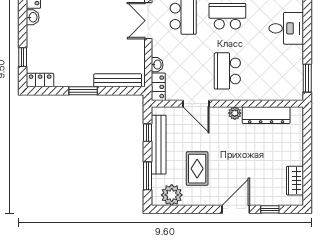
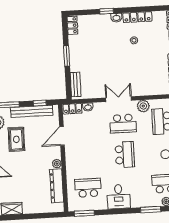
window: (23, 57) -> (107, 11), moved
school desk: (227, 71) -> (88, 188), moved
bench: (118, 80) -> (76, 84), width x0.73
rug: (197, 169) -> (16, 139), turned 90

